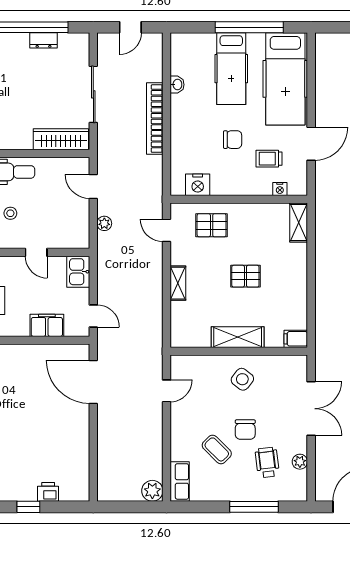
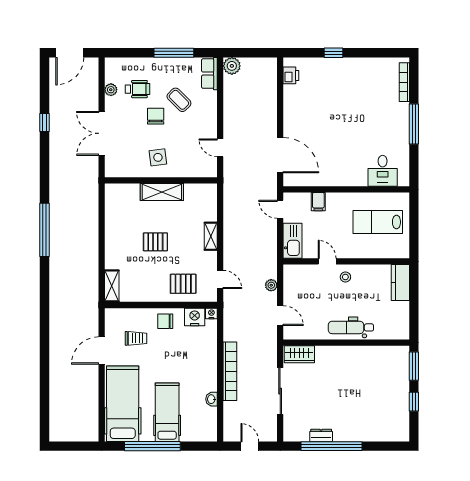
door: (130, 27) -> (250, 446), hinge flipped
wardrobe: (61, 139) -> (299, 354), width x0.67
chair: (233, 140) -> (165, 321), moved
nightstand: (280, 189) -> (211, 313), moved
stool: (10, 213) -> (345, 277), moved
kitchen sink: (78, 272) -> (293, 241), width x1.38
filing cabinet: (47, 325) -> (318, 202), width x0.50
filing cabinet: (296, 339) -> (114, 191), removed
side table: (242, 379) -> (158, 157), turned 45
door: (167, 391) -> (220, 148), hinge flipped
wheelchair: (267, 463) -> (138, 89), turned -83
printer: (48, 492) -> (291, 75), moved, turned -90
window: (254, 507) -> (174, 53), moved

